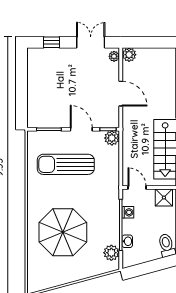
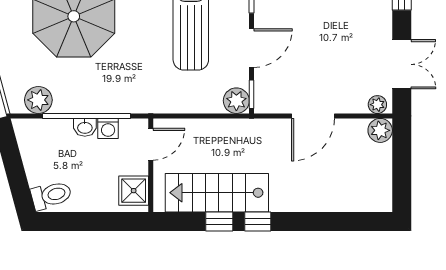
washbasin: (127, 241) -> (85, 127), moved

